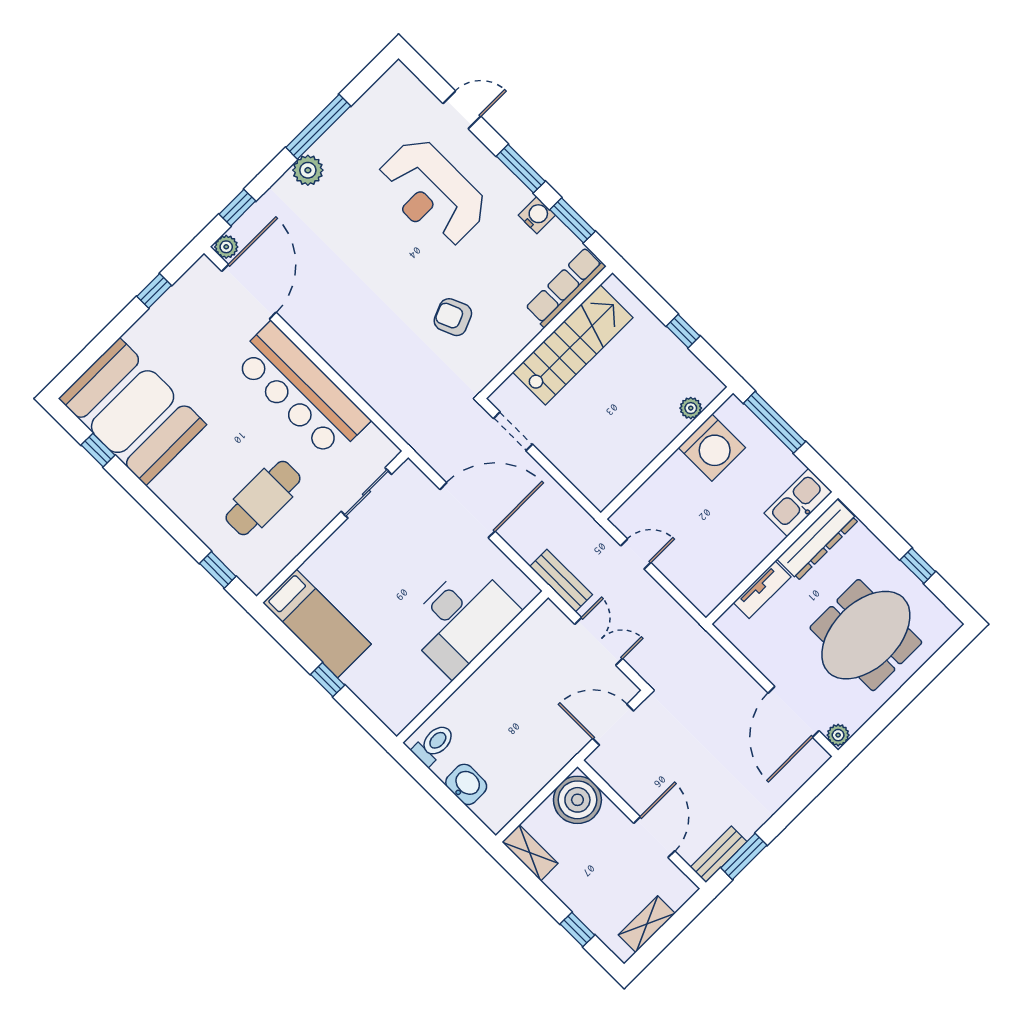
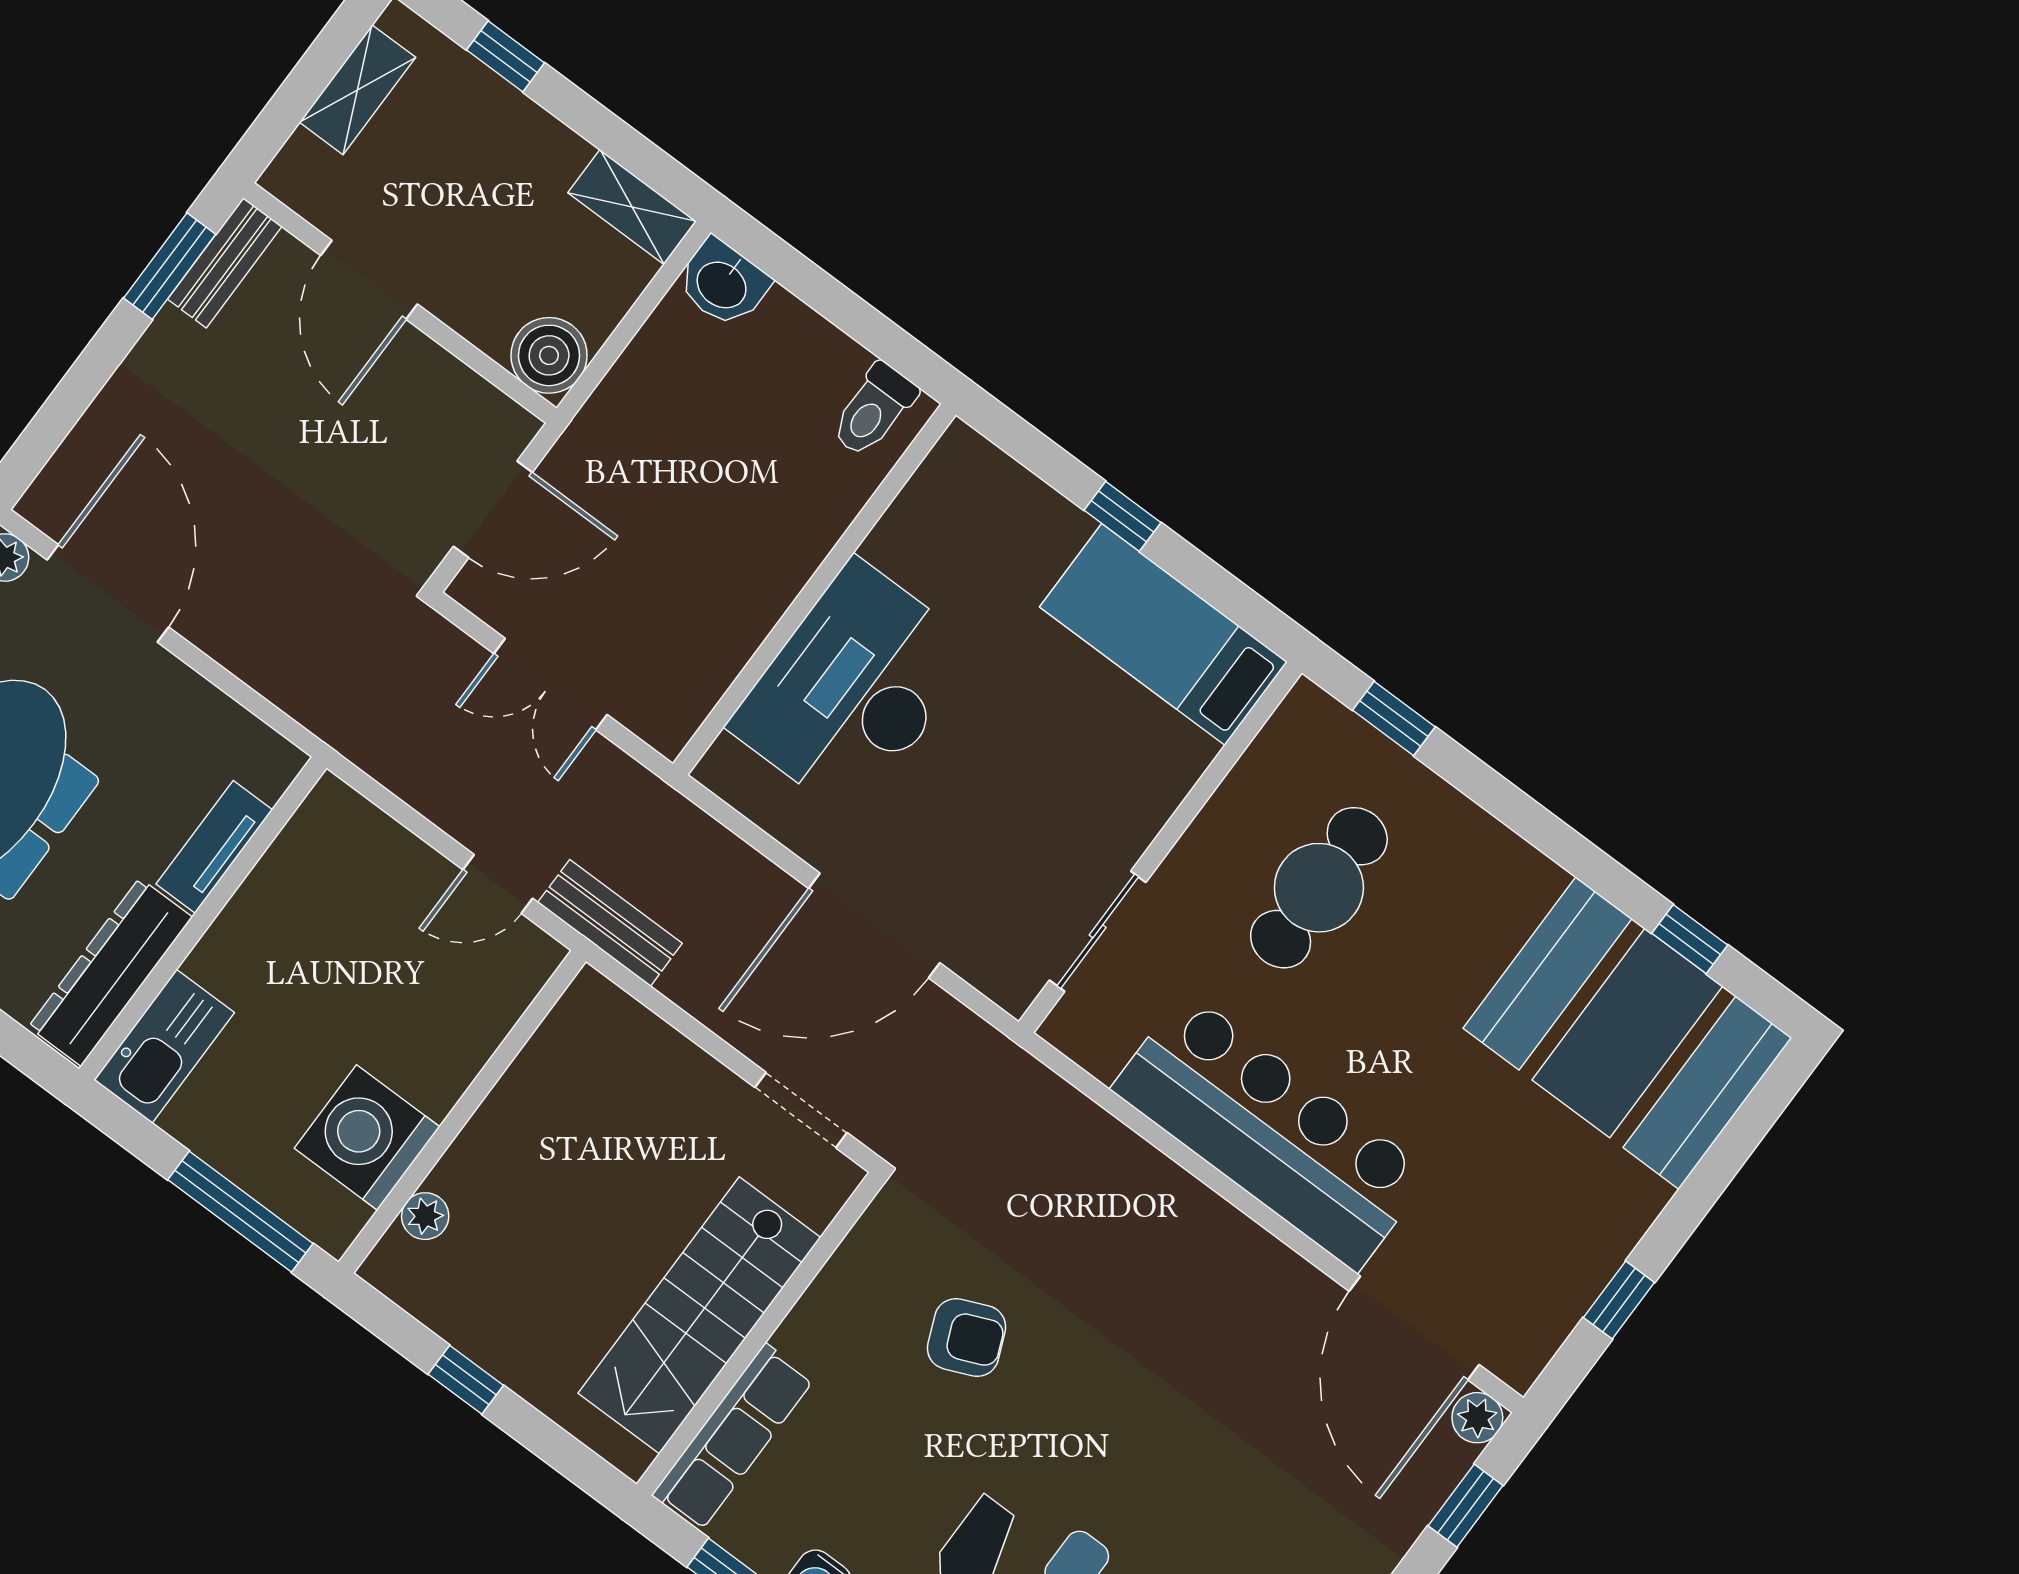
bench: (561, 581) -> (610, 923), moved
washbasin: (466, 784) -> (723, 283), moved
boiler: (577, 800) -> (549, 355), width x0.73, depth x0.73

